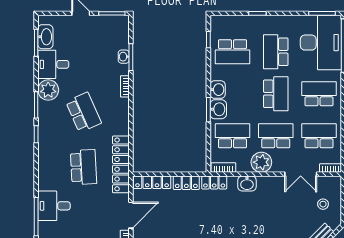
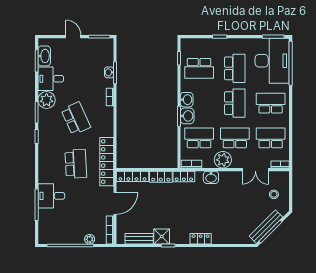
school desk: (276, 52) -> (235, 68), turned 180

